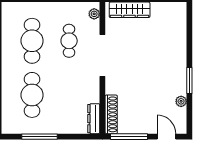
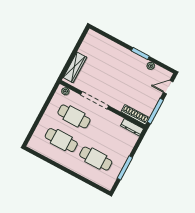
cafe table: (69, 41) -> (74, 116), width x1.37, depth x1.35

